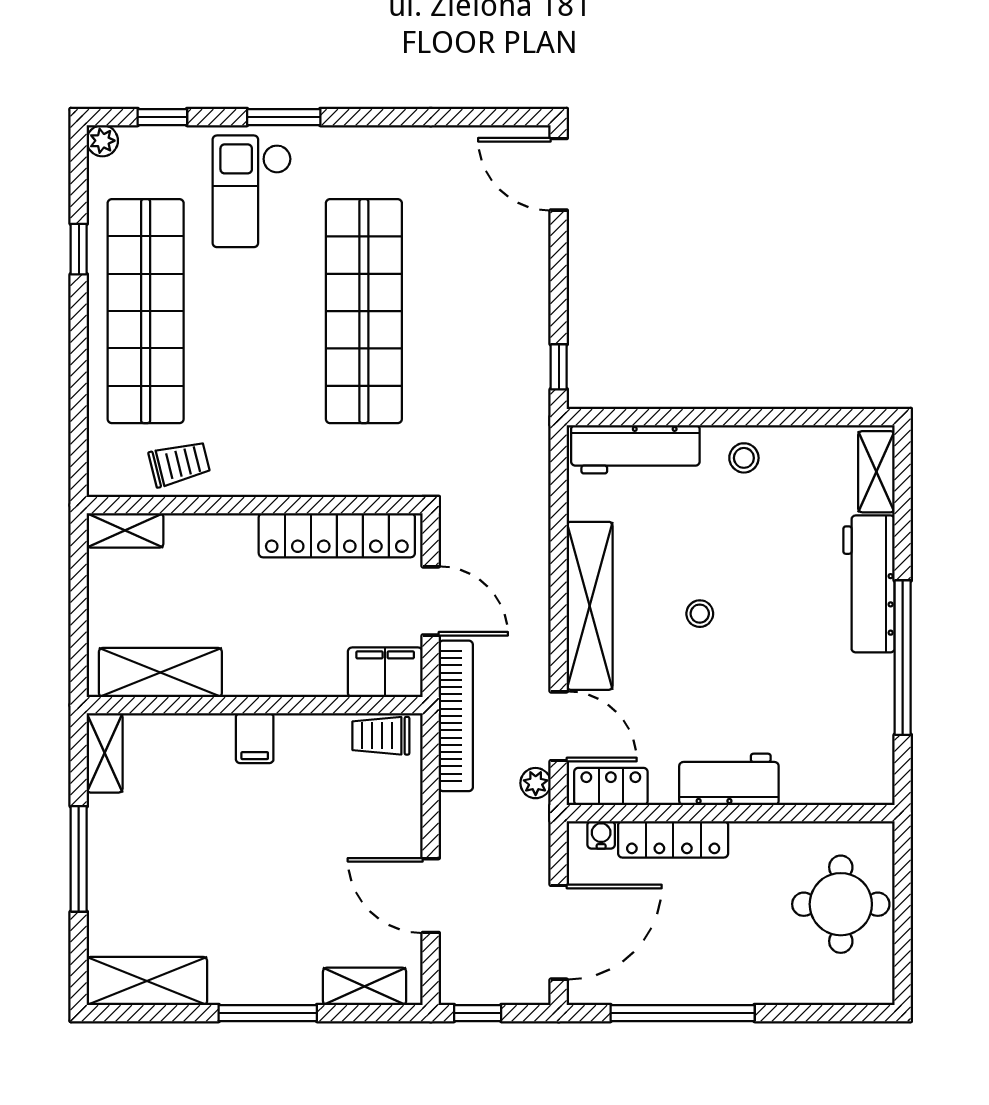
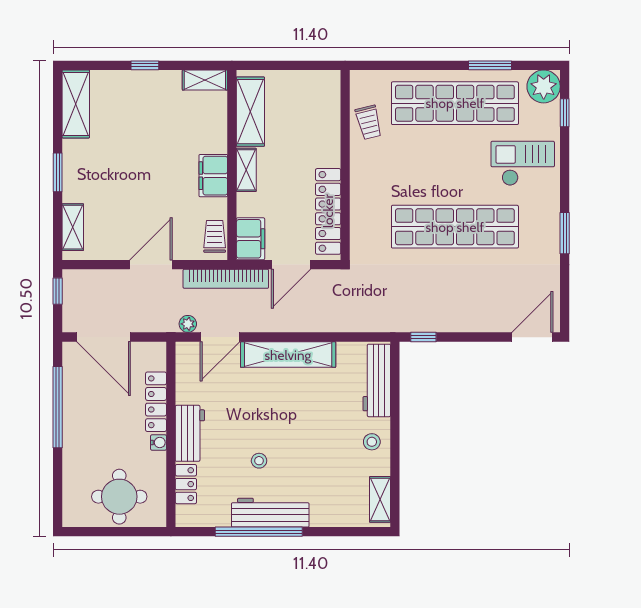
window: (284, 117) -> (565, 233), moved
plant: (102, 141) -> (544, 86), width x1.88, depth x1.88
window: (79, 249) -> (490, 65), width x1.50
shelving: (876, 472) -> (380, 499), moved, turned 90
shelving: (125, 530) -> (246, 170), moved
workbench: (869, 584) -> (270, 513), moved
stool: (700, 614) -> (259, 461), moved
filing cabinet: (255, 738) -> (213, 176), width x2.00
locker: (611, 786) -> (186, 484), moved
water cooler: (601, 835) -> (159, 443), moved
window: (79, 859) -> (145, 65), width x0.46
door: (431, 896) -> (151, 265), moved
window: (268, 1013) -> (58, 172), width x0.69

